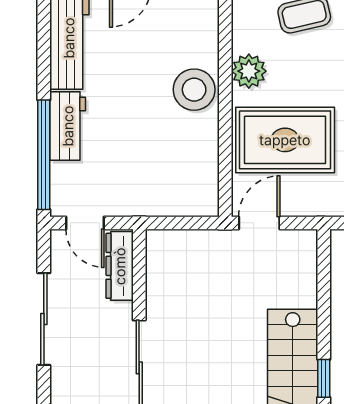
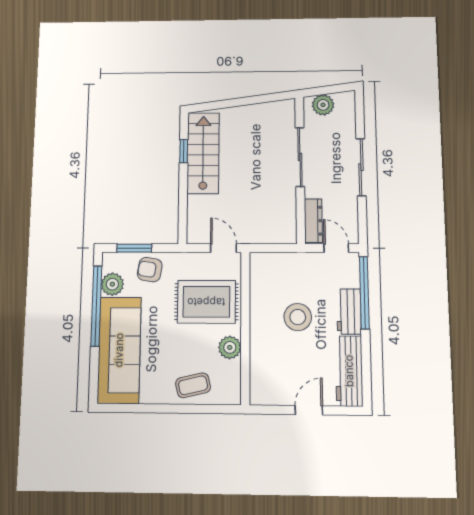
stool: (194, 90) -> (298, 317), moved
door: (259, 223) -> (223, 248), swing flipped
sliding door: (44, 319) -> (361, 167), moved

